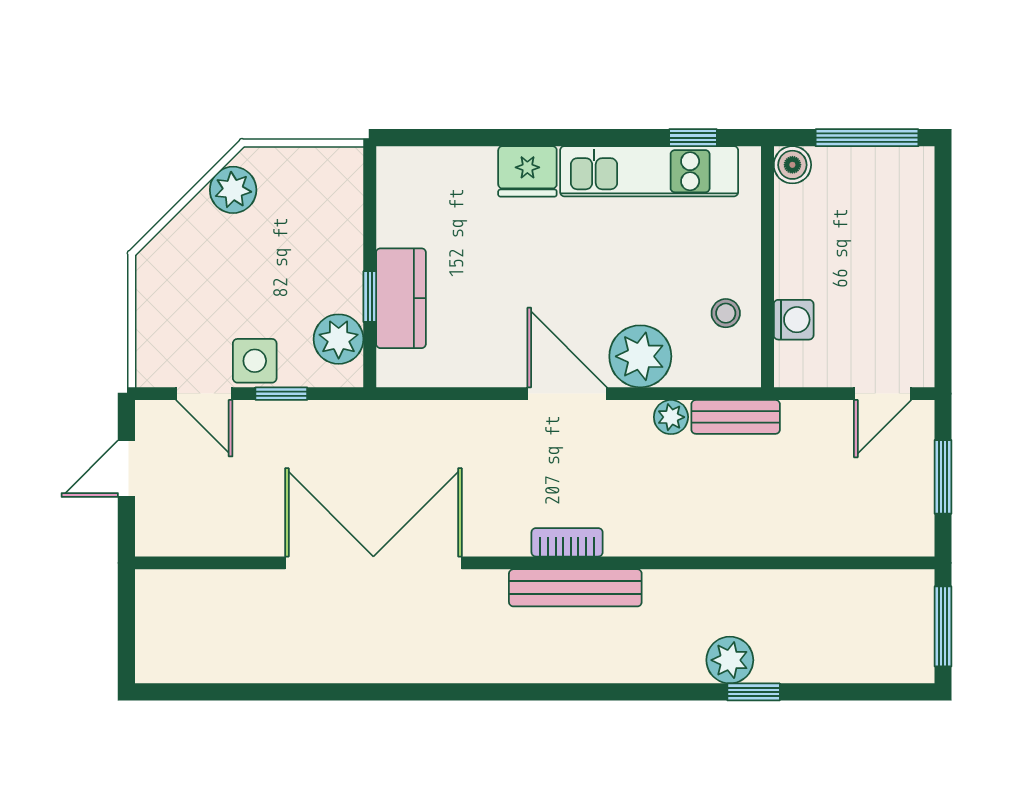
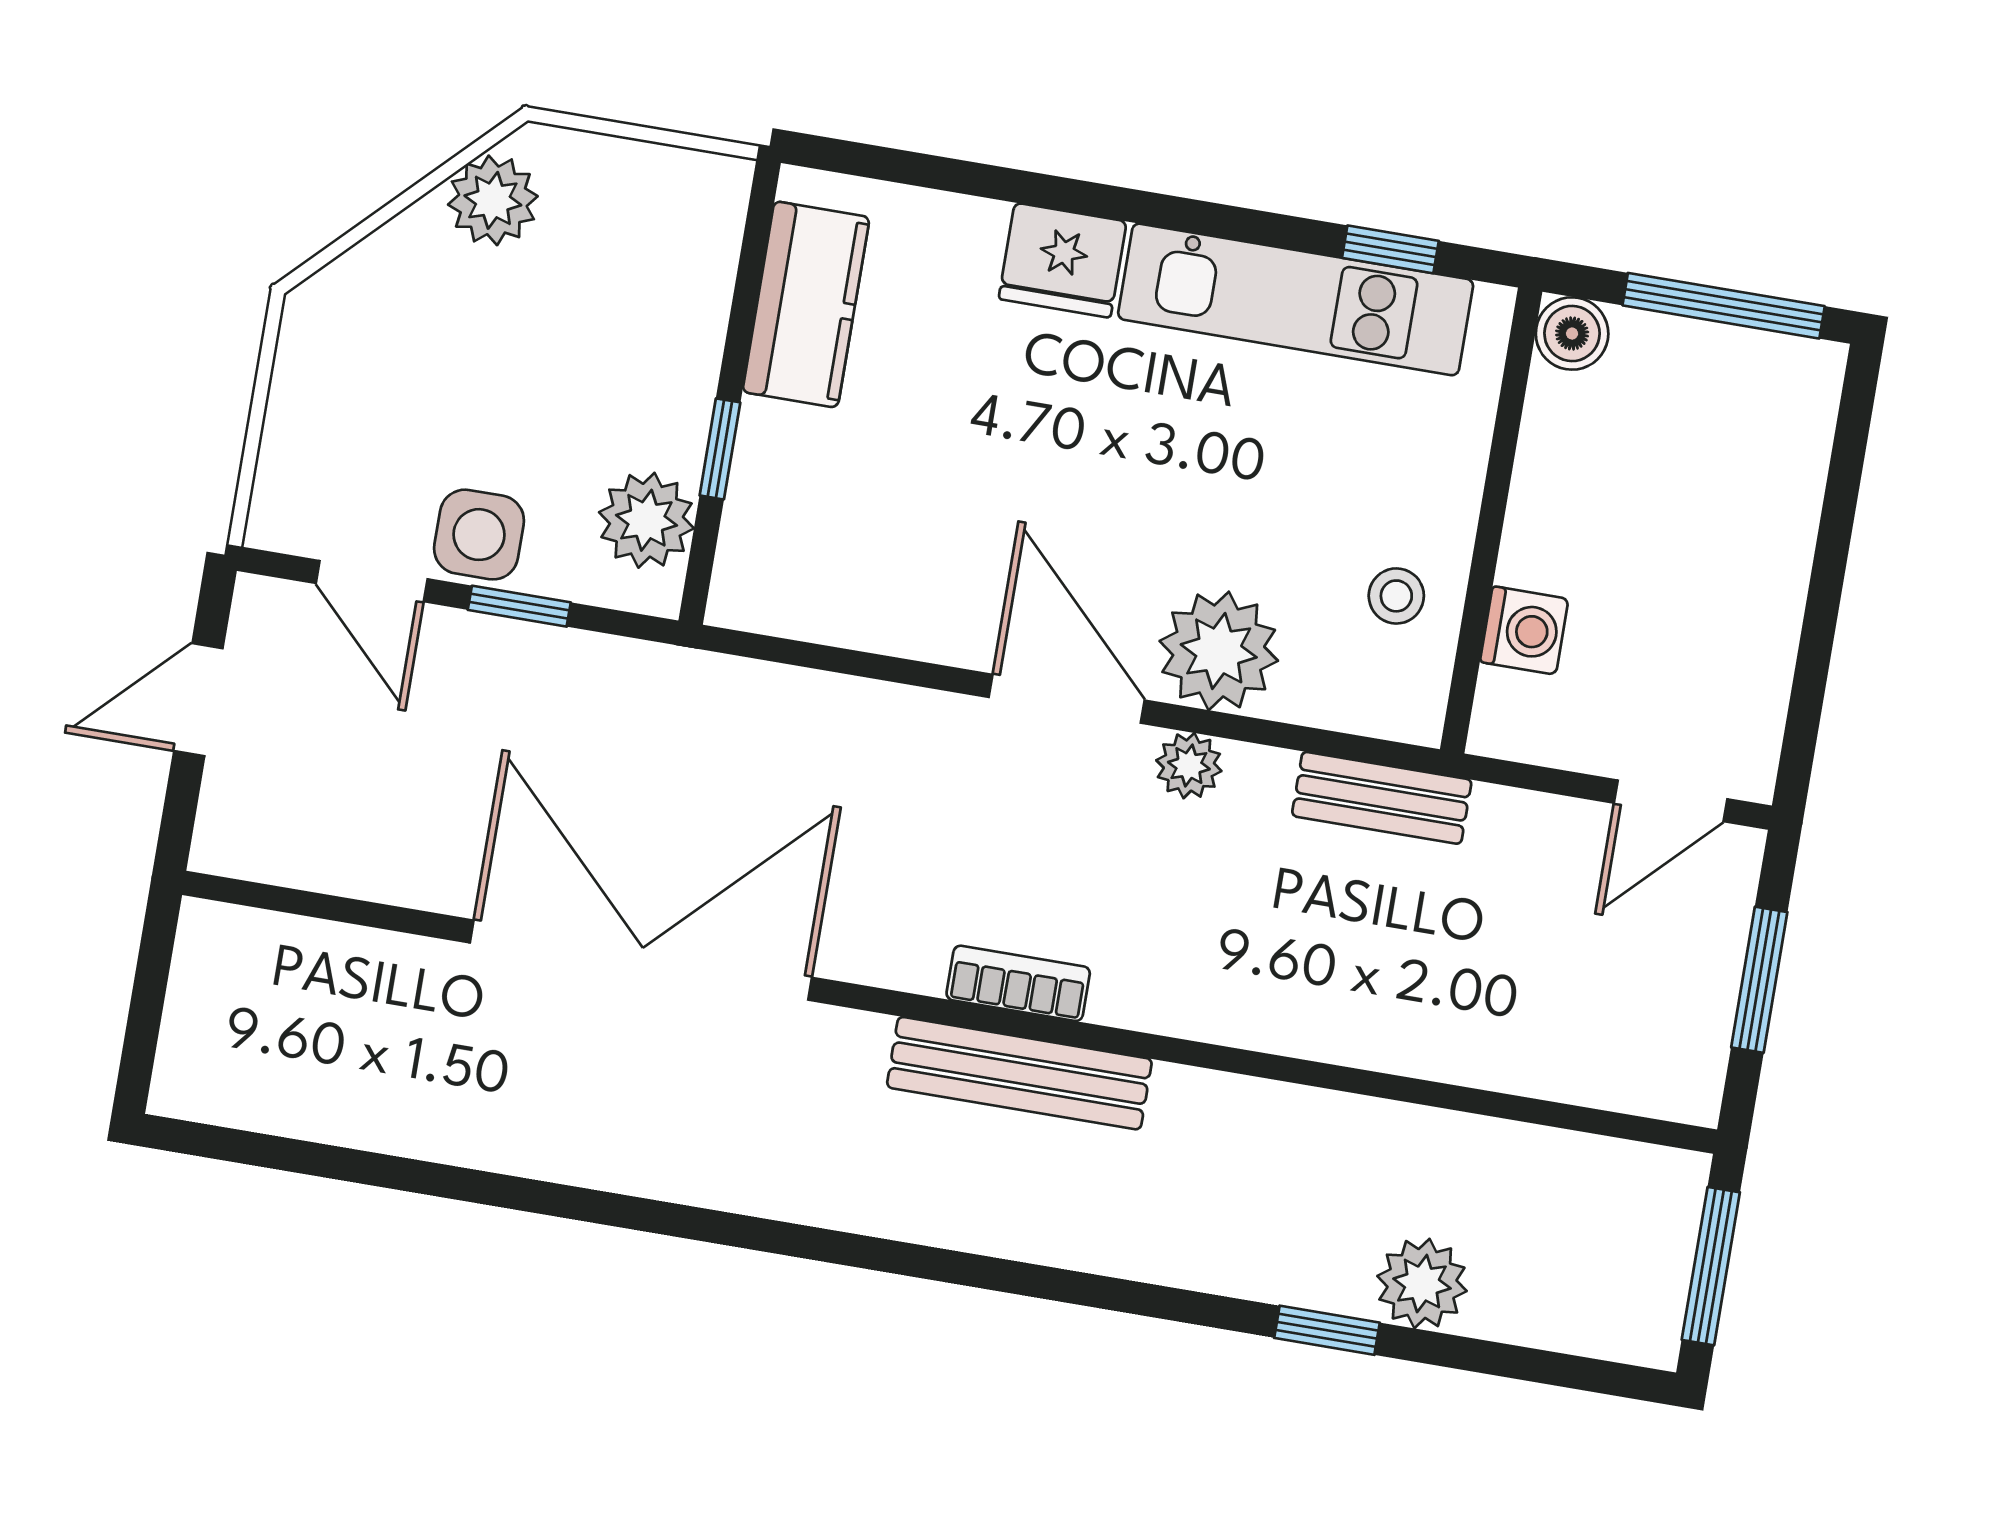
kitchen counter: (401, 298) -> (806, 304), moved
plant: (671, 417) -> (1189, 766), moved
plant: (730, 660) -> (1422, 1284), moved

